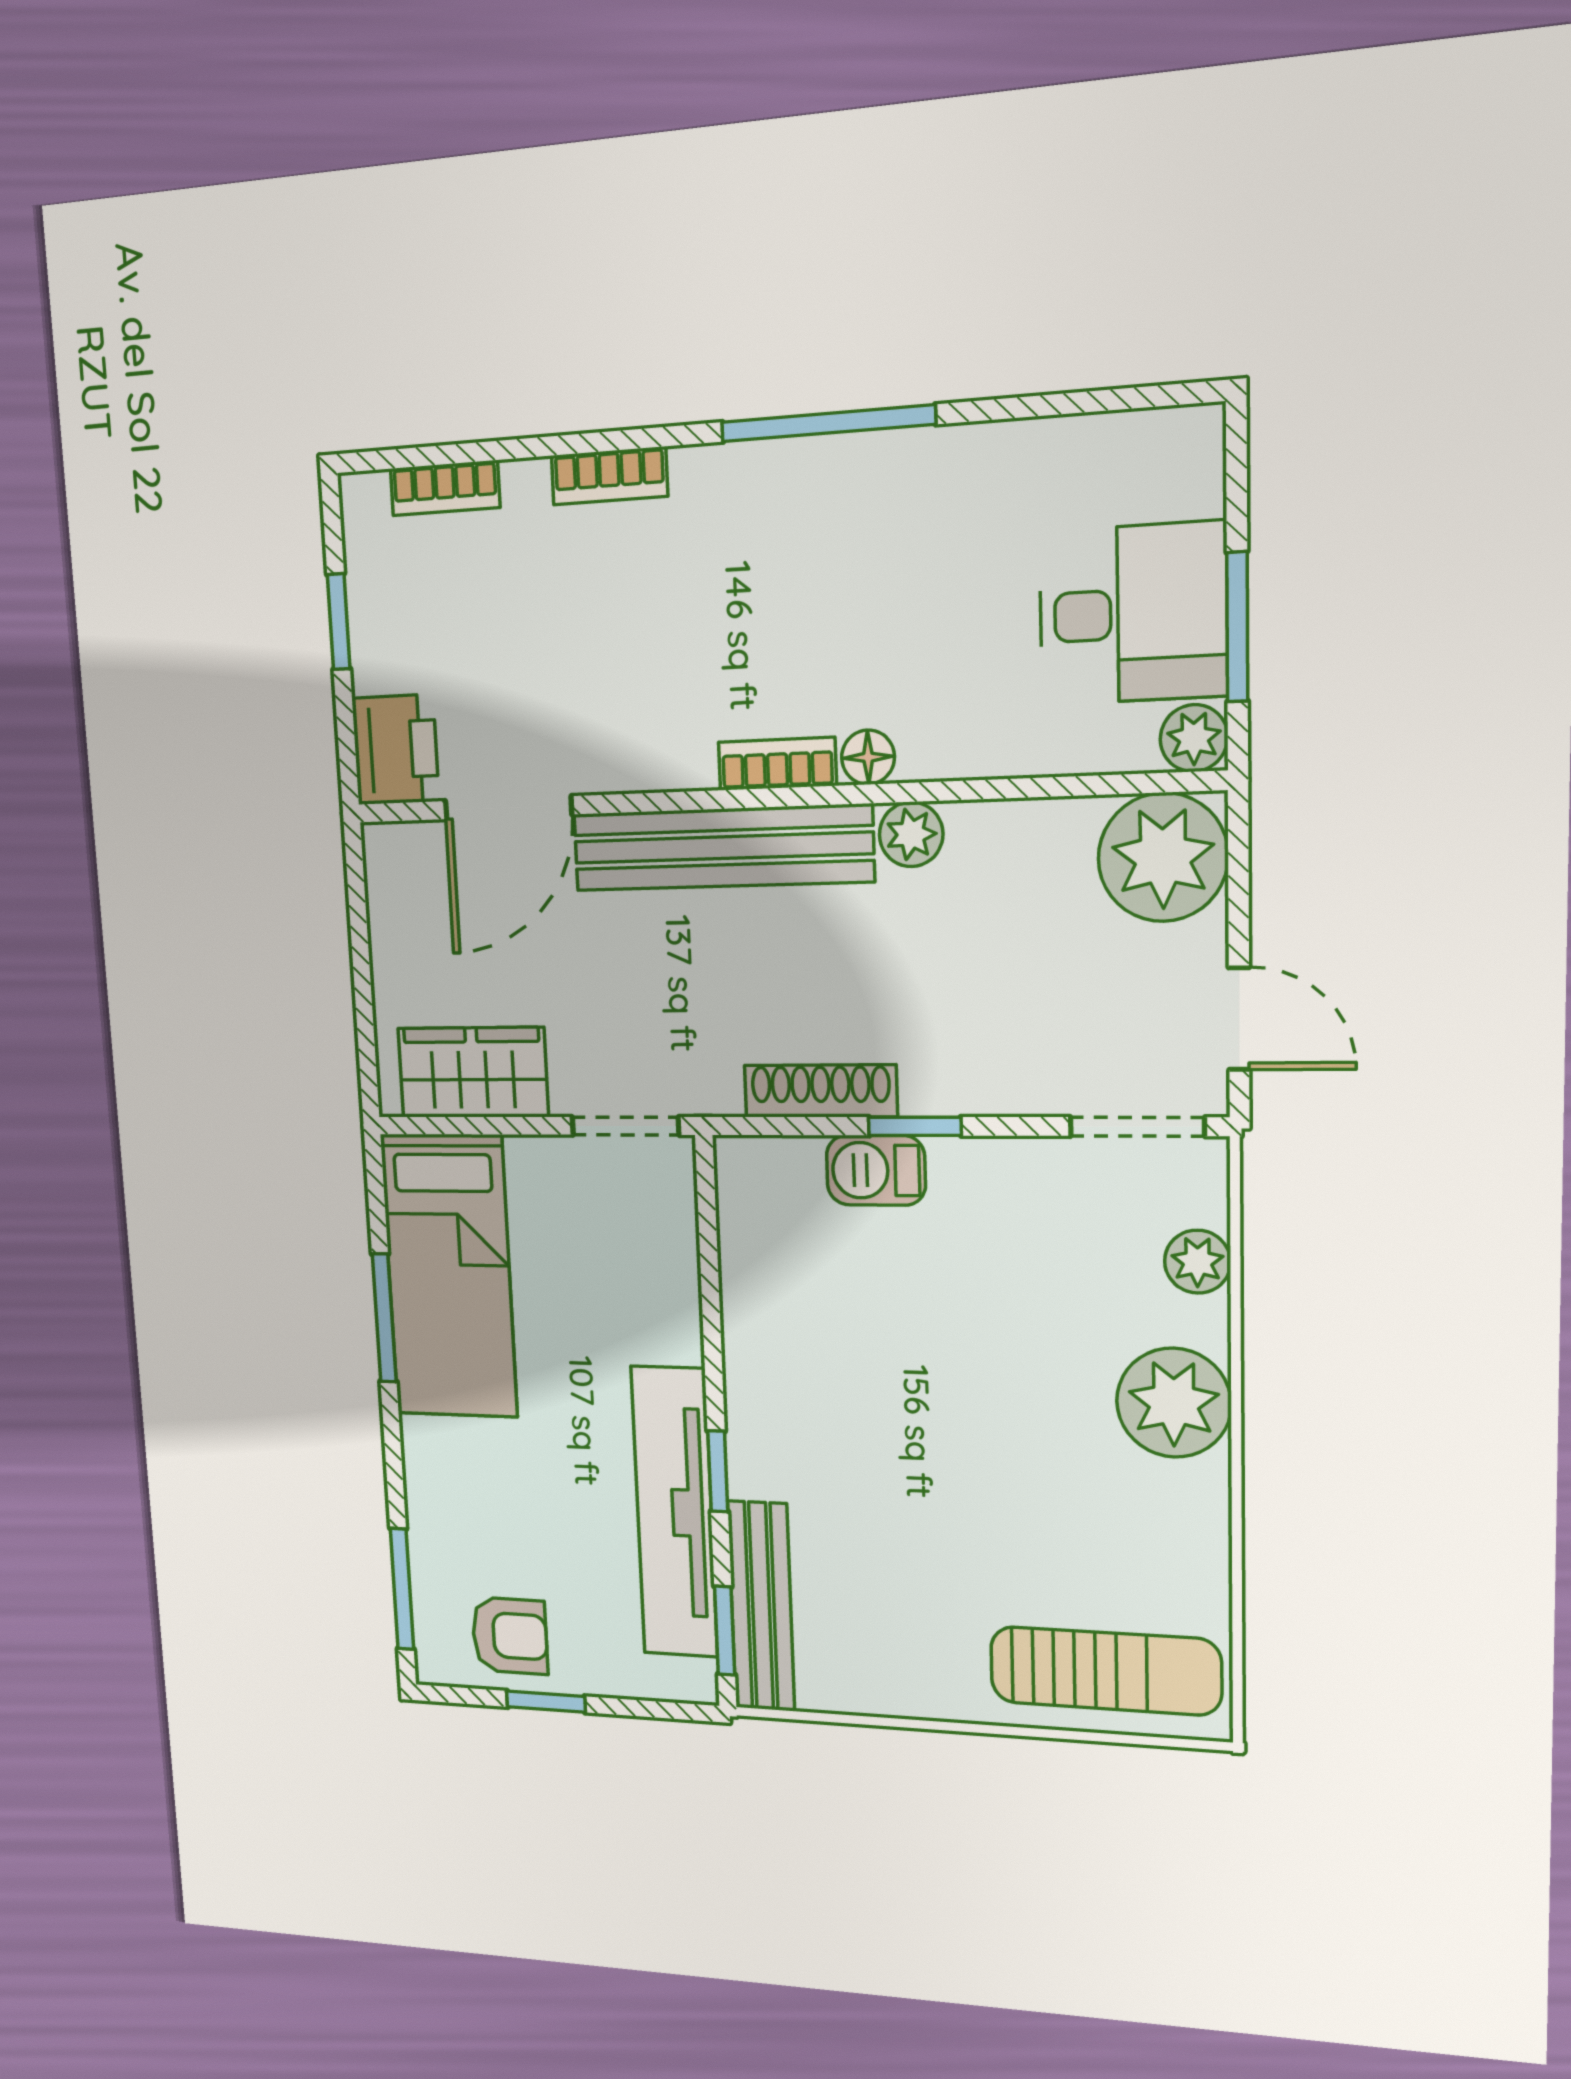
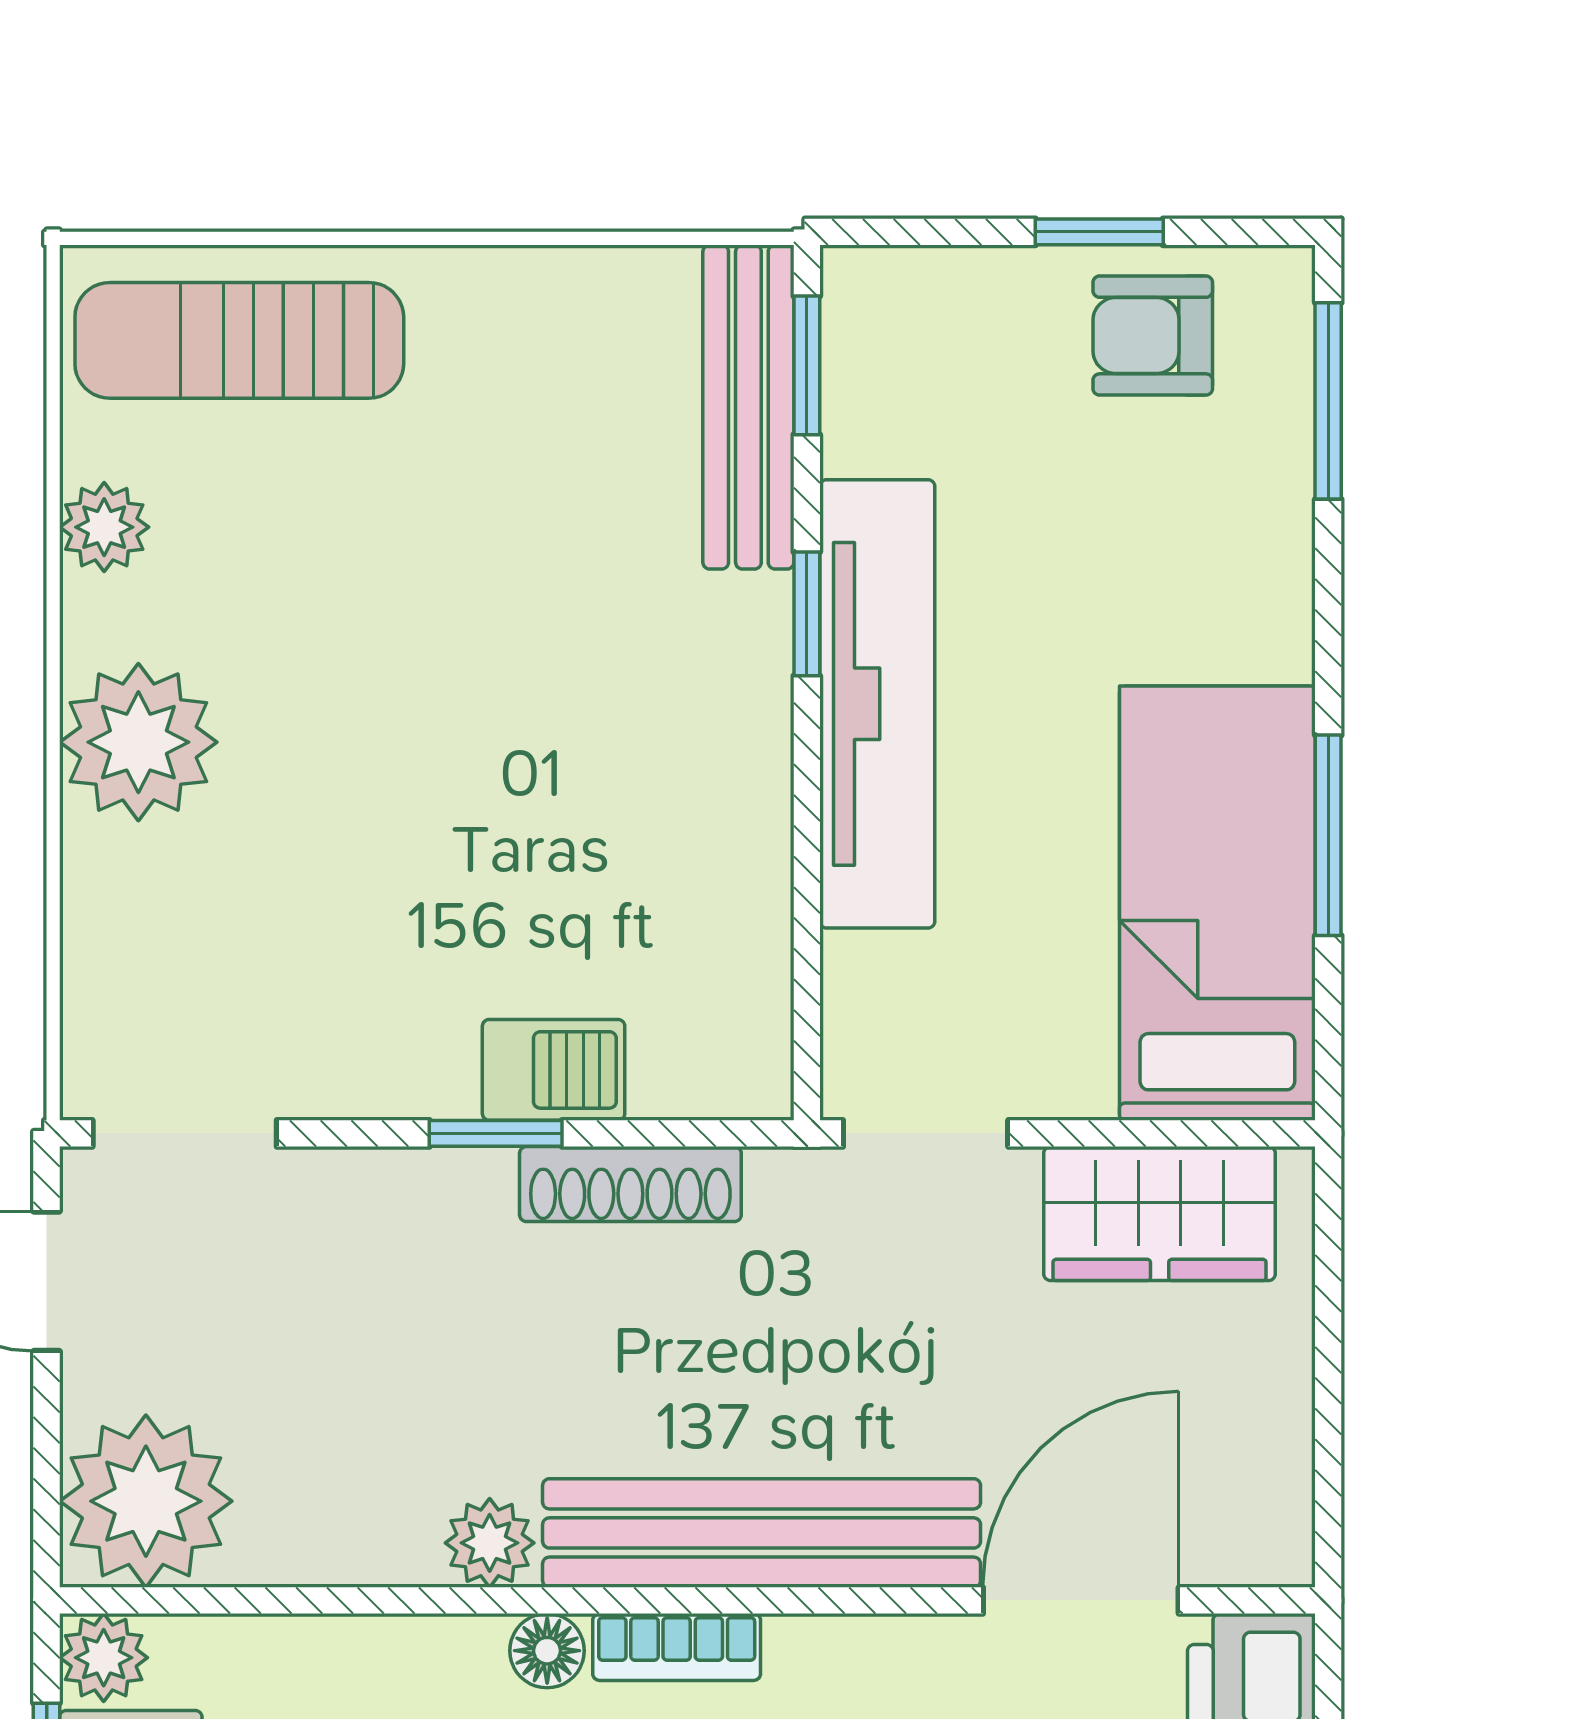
plant: (1198, 1262) -> (104, 527), moved
tv unit: (674, 1512) -> (877, 704), moved

